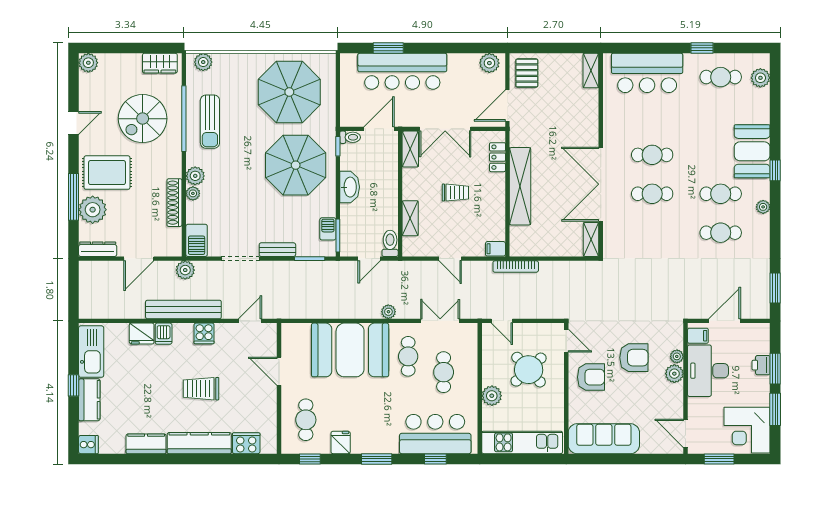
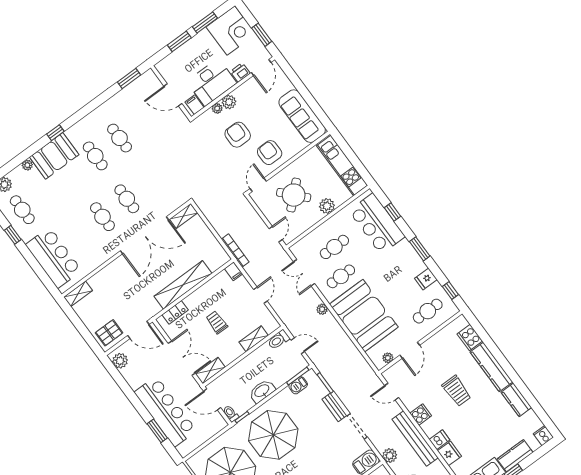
plant: (763, 207) -> (27, 165), moved
plant: (288, 343) -> (388, 358), added
printer: (761, 365) -> (240, 72), moved, turned 180

